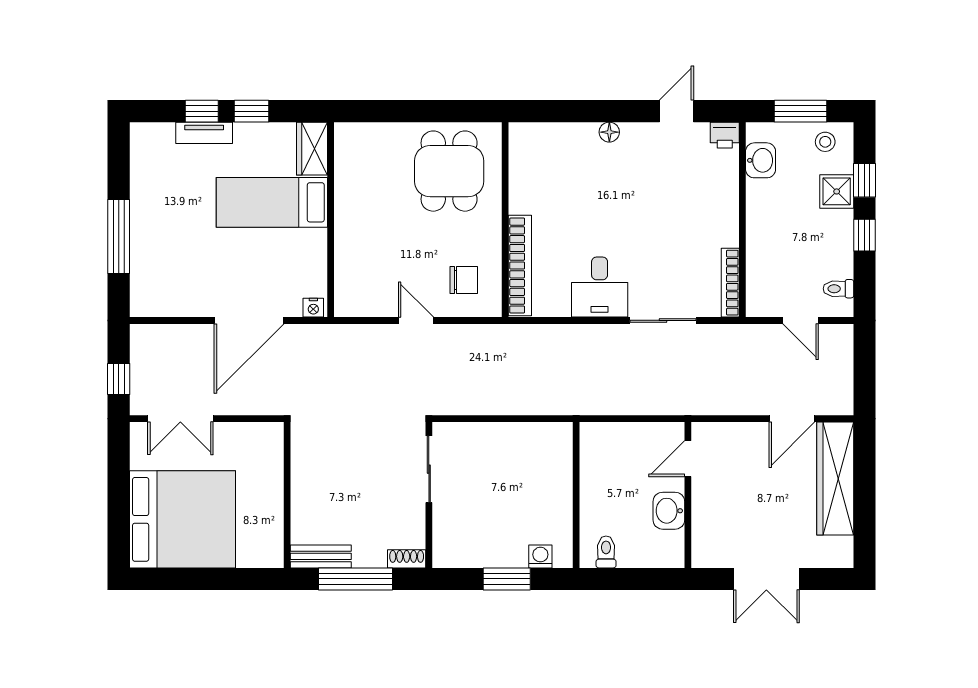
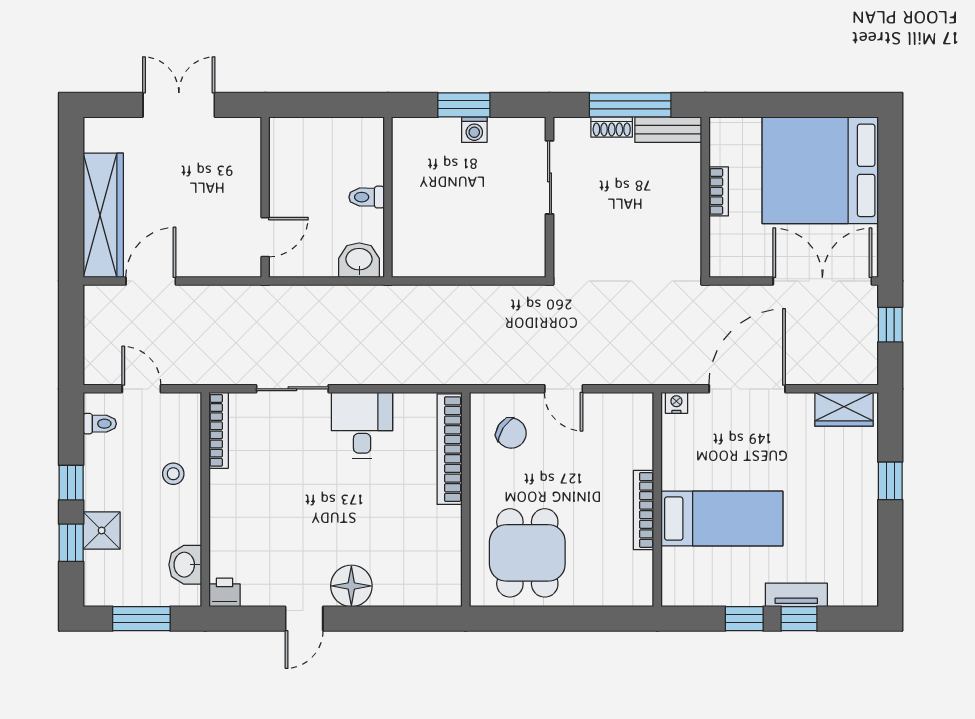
door: (676, 111) -> (304, 619), moved
floor lamp: (609, 132) -> (351, 586), width x1.89, depth x1.89
stool: (825, 142) -> (173, 474), moved
wardrobe: (312, 149) -> (844, 409), moved, turned 90
bookcase: (343, 210) -> (644, 510), added
window: (119, 237) -> (890, 481), width x0.46
chair: (464, 280) -> (511, 433), turned -147
double door: (180, 419) -> (822, 281), width x1.37
sliding door: (429, 469) -> (550, 177), moved
bookcase: (275, 500) -> (719, 191), added
washbasin: (669, 511) -> (359, 260), moved, turned -90
toilet: (606, 552) -> (367, 197), moved, turned 90
washing machine: (540, 556) -> (474, 130), moved
shoe rack: (407, 559) -> (612, 127), moved

